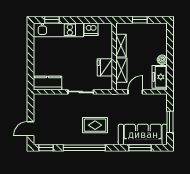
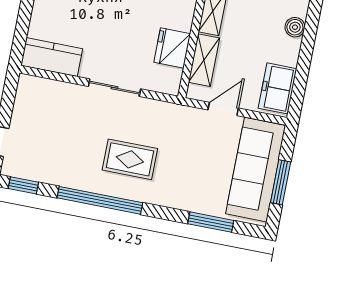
boiler: (162, 60) -> (295, 27), moved
sofa: (143, 135) -> (256, 170), moved, turned -90

